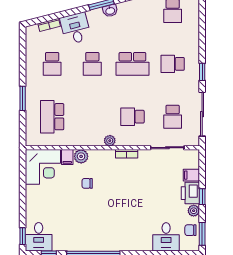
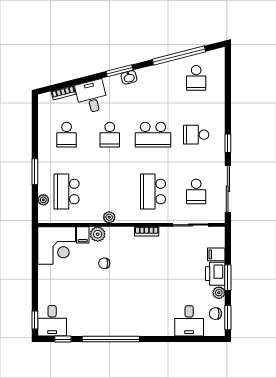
school desk: (132, 117) -> (153, 192), width x1.85
plant: (31, 124) -> (43, 200), added
plant: (110, 141) -> (109, 217), moved
window: (202, 197) -> (228, 278), width x1.50

